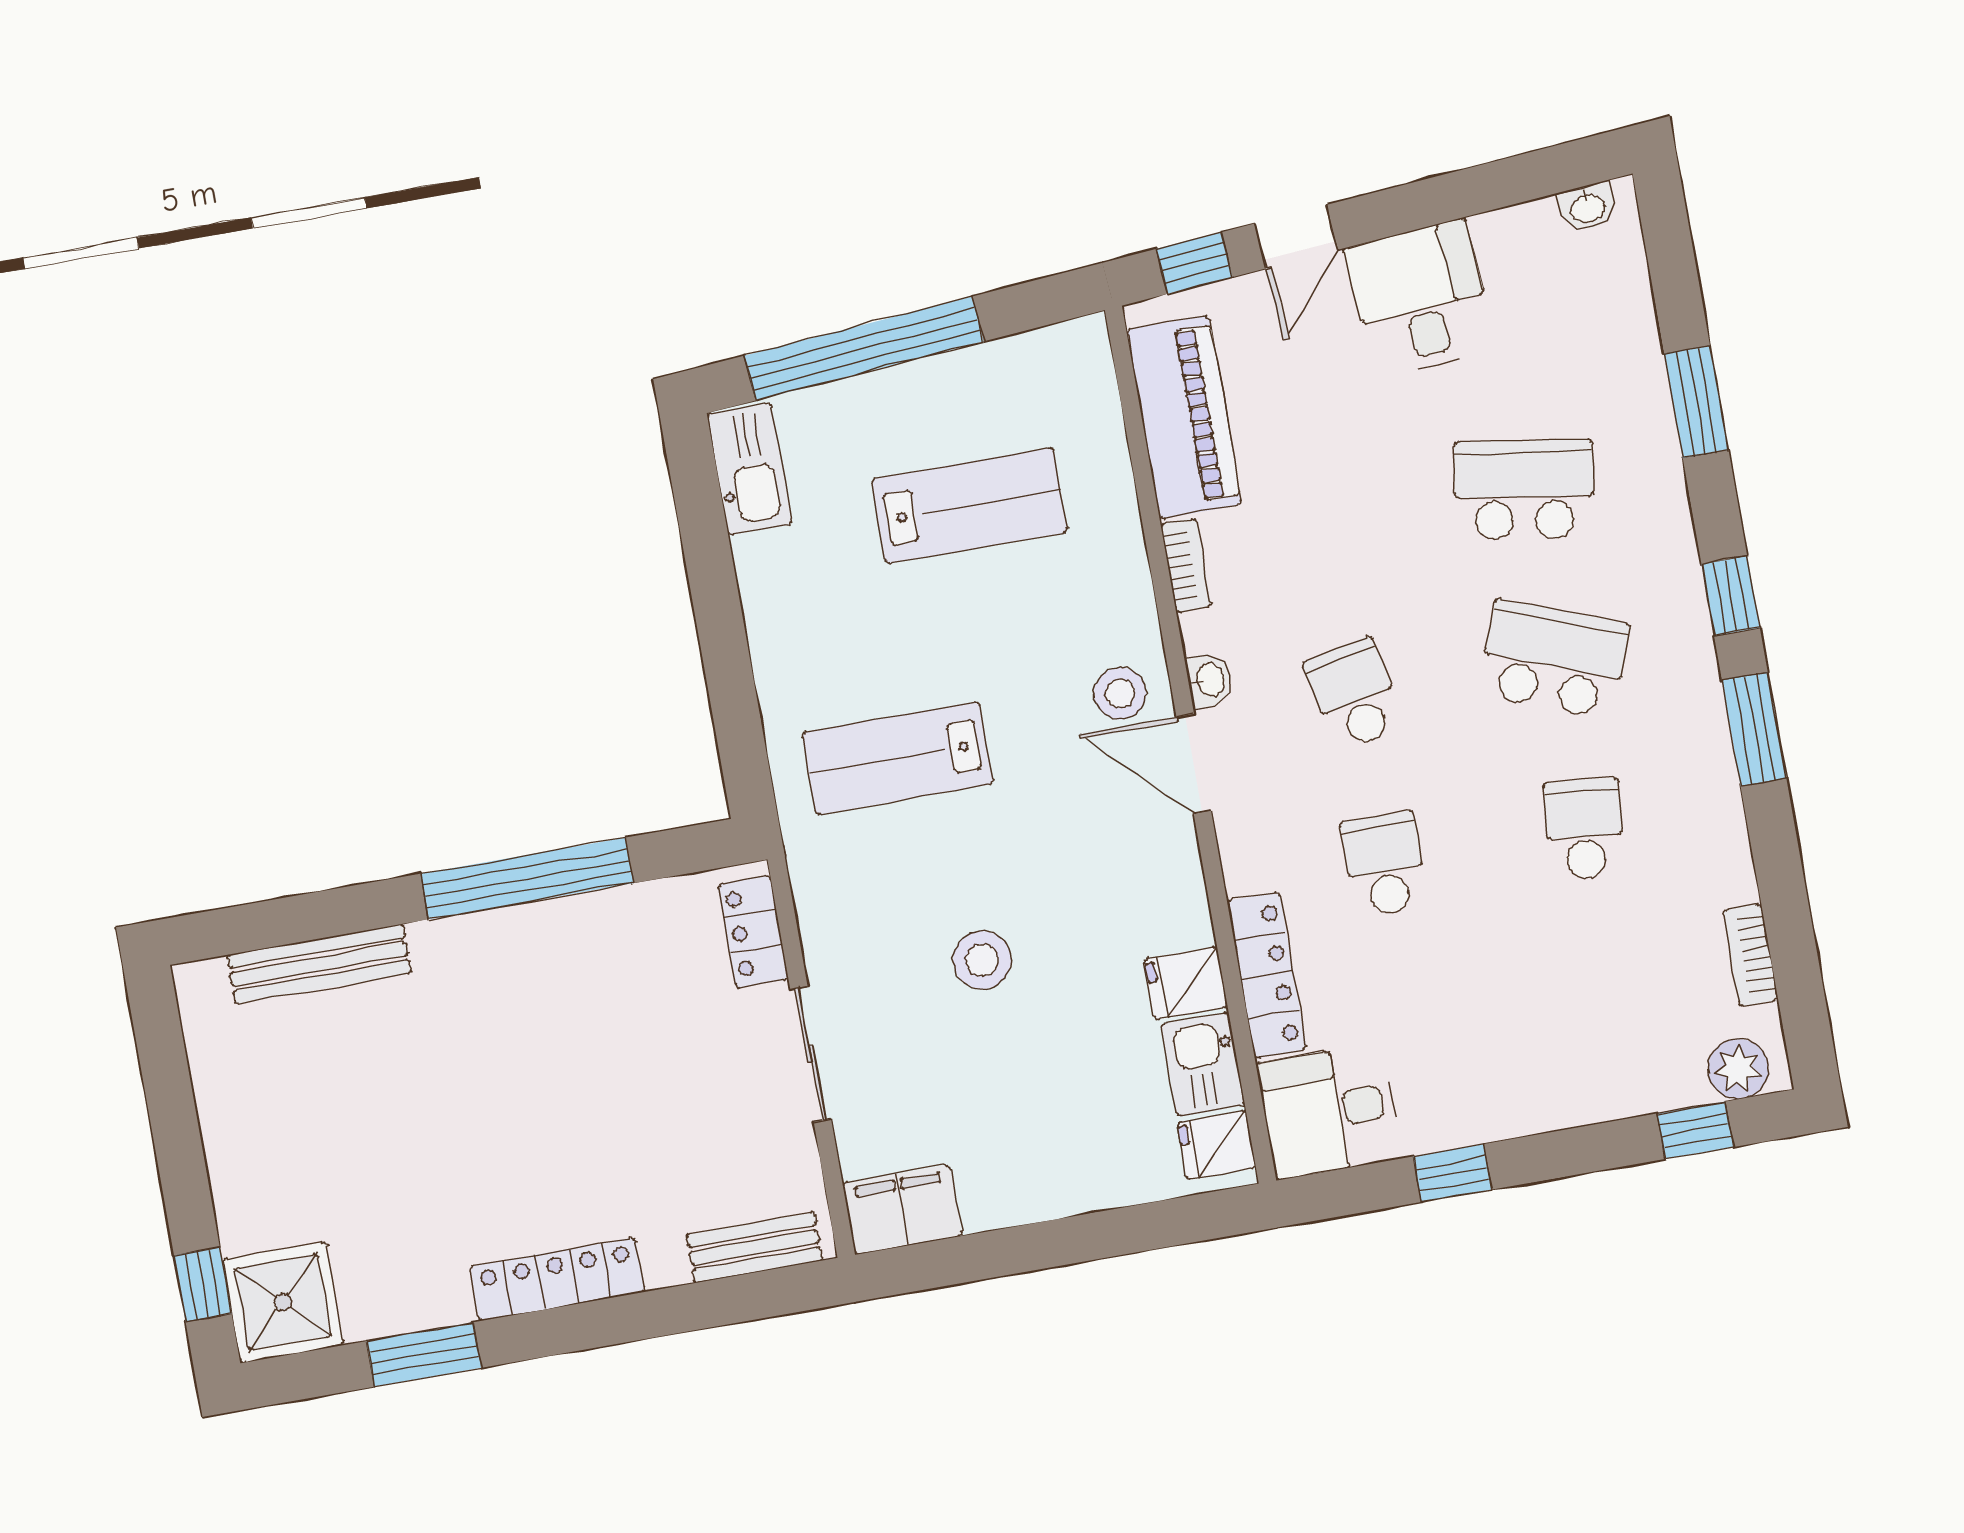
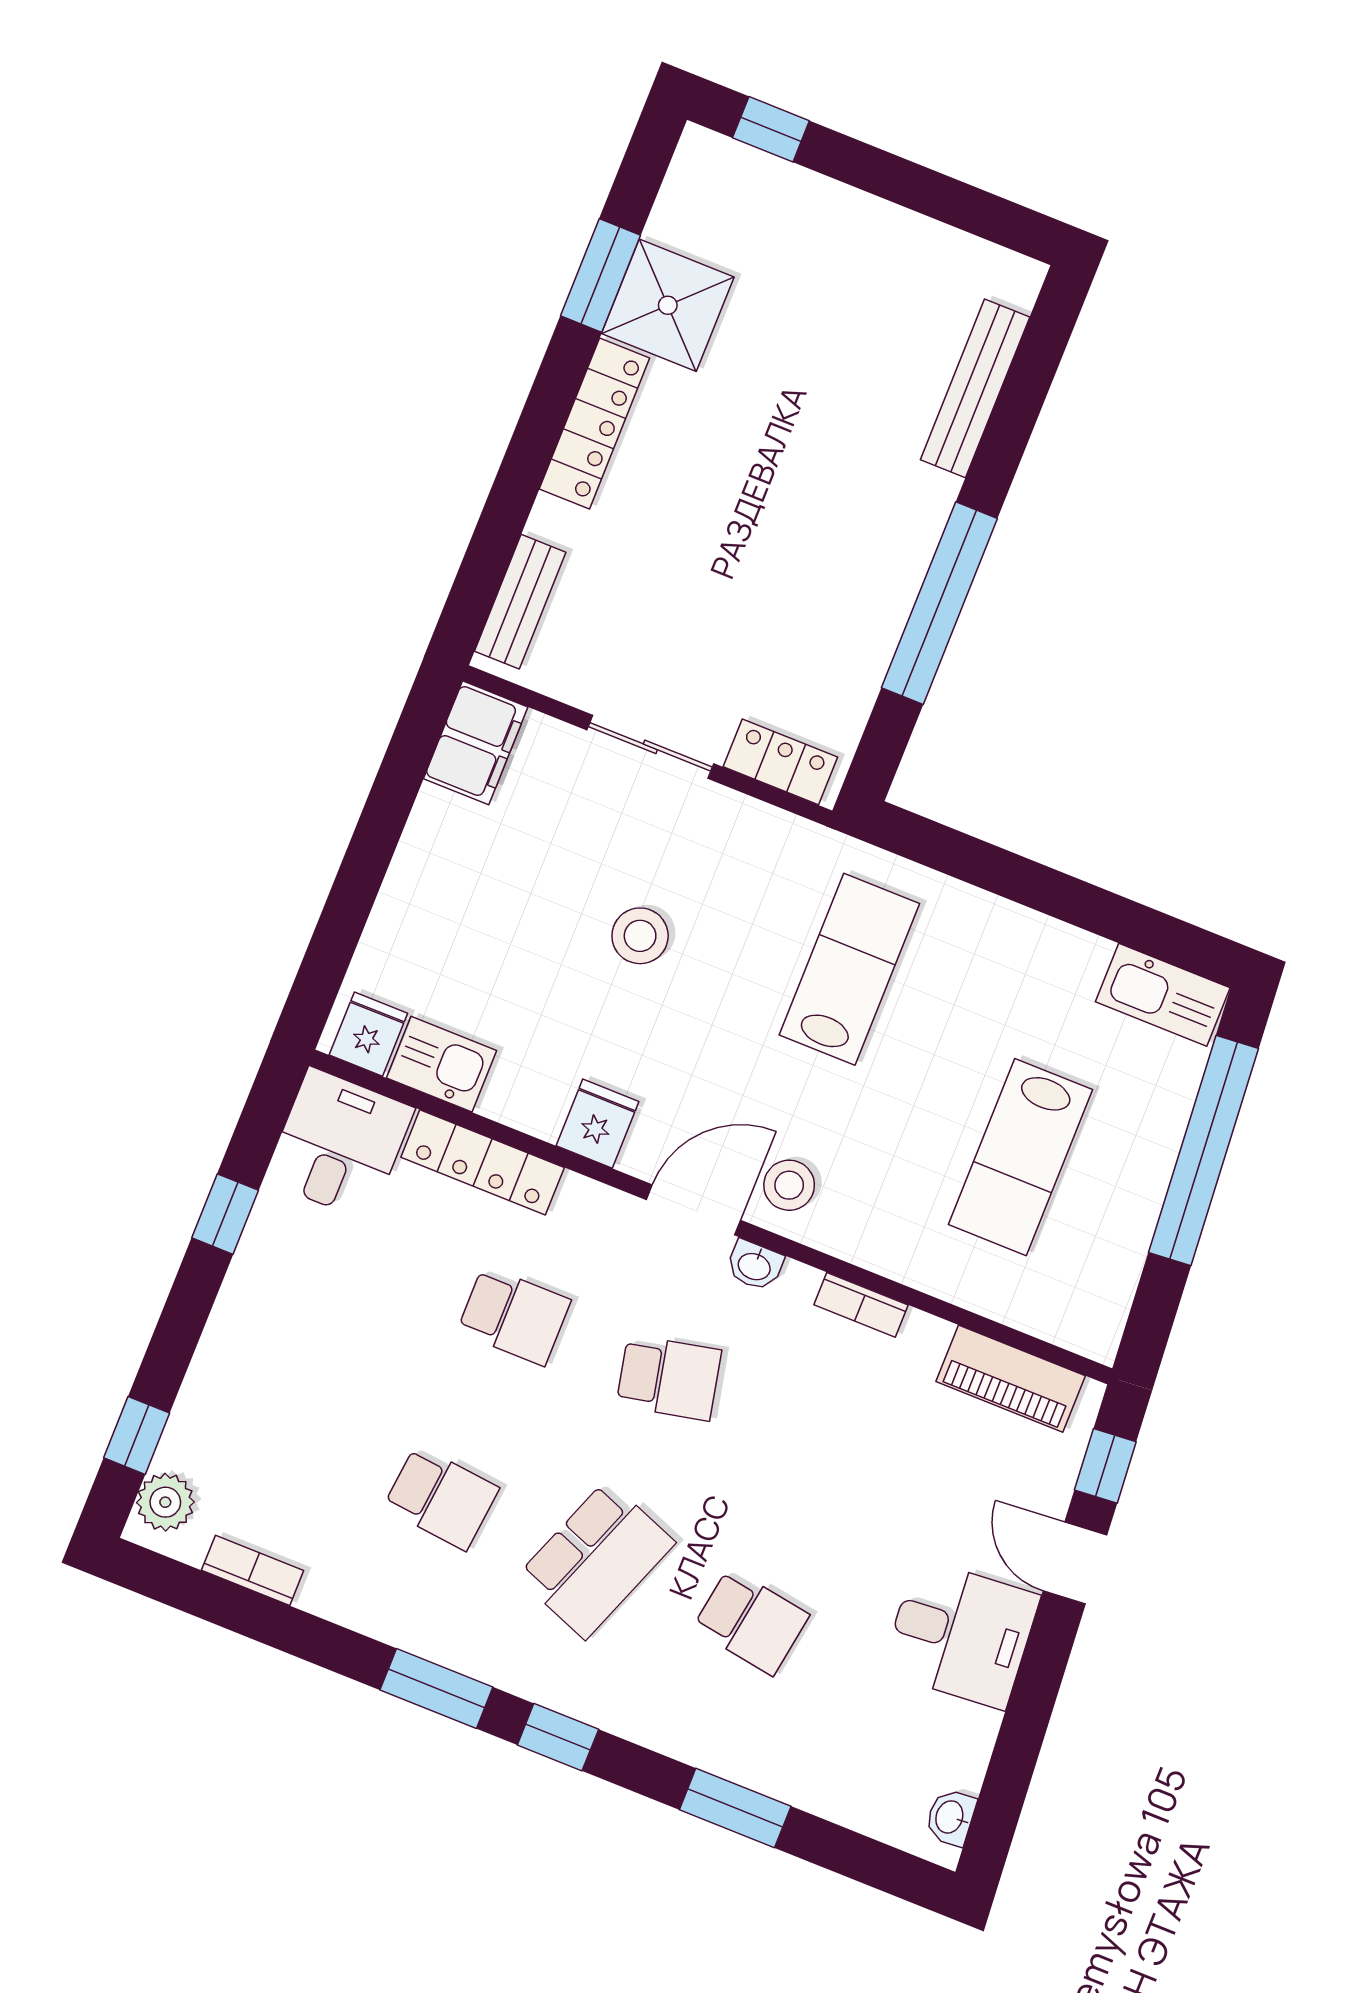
piano: (1184, 417) -> (1011, 1379), width x0.73, depth x0.75
school desk: (1524, 489) -> (751, 1622), width x0.54
fridge: (1186, 983) -> (597, 1124), moved
shower: (283, 1302) -> (668, 305), moved

